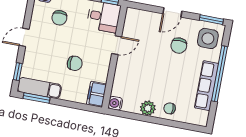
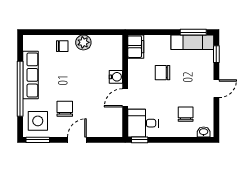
water cooler: (115, 103) -> (116, 77), moved

